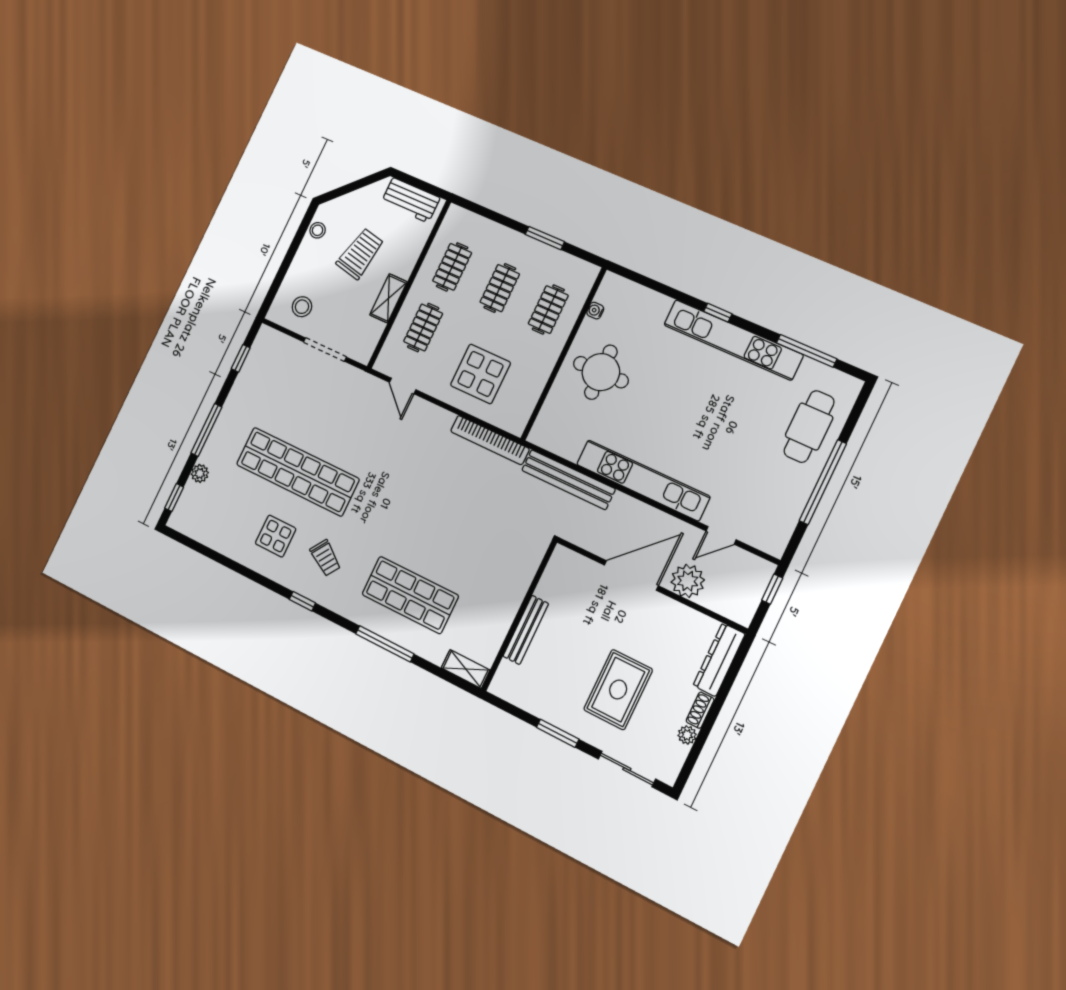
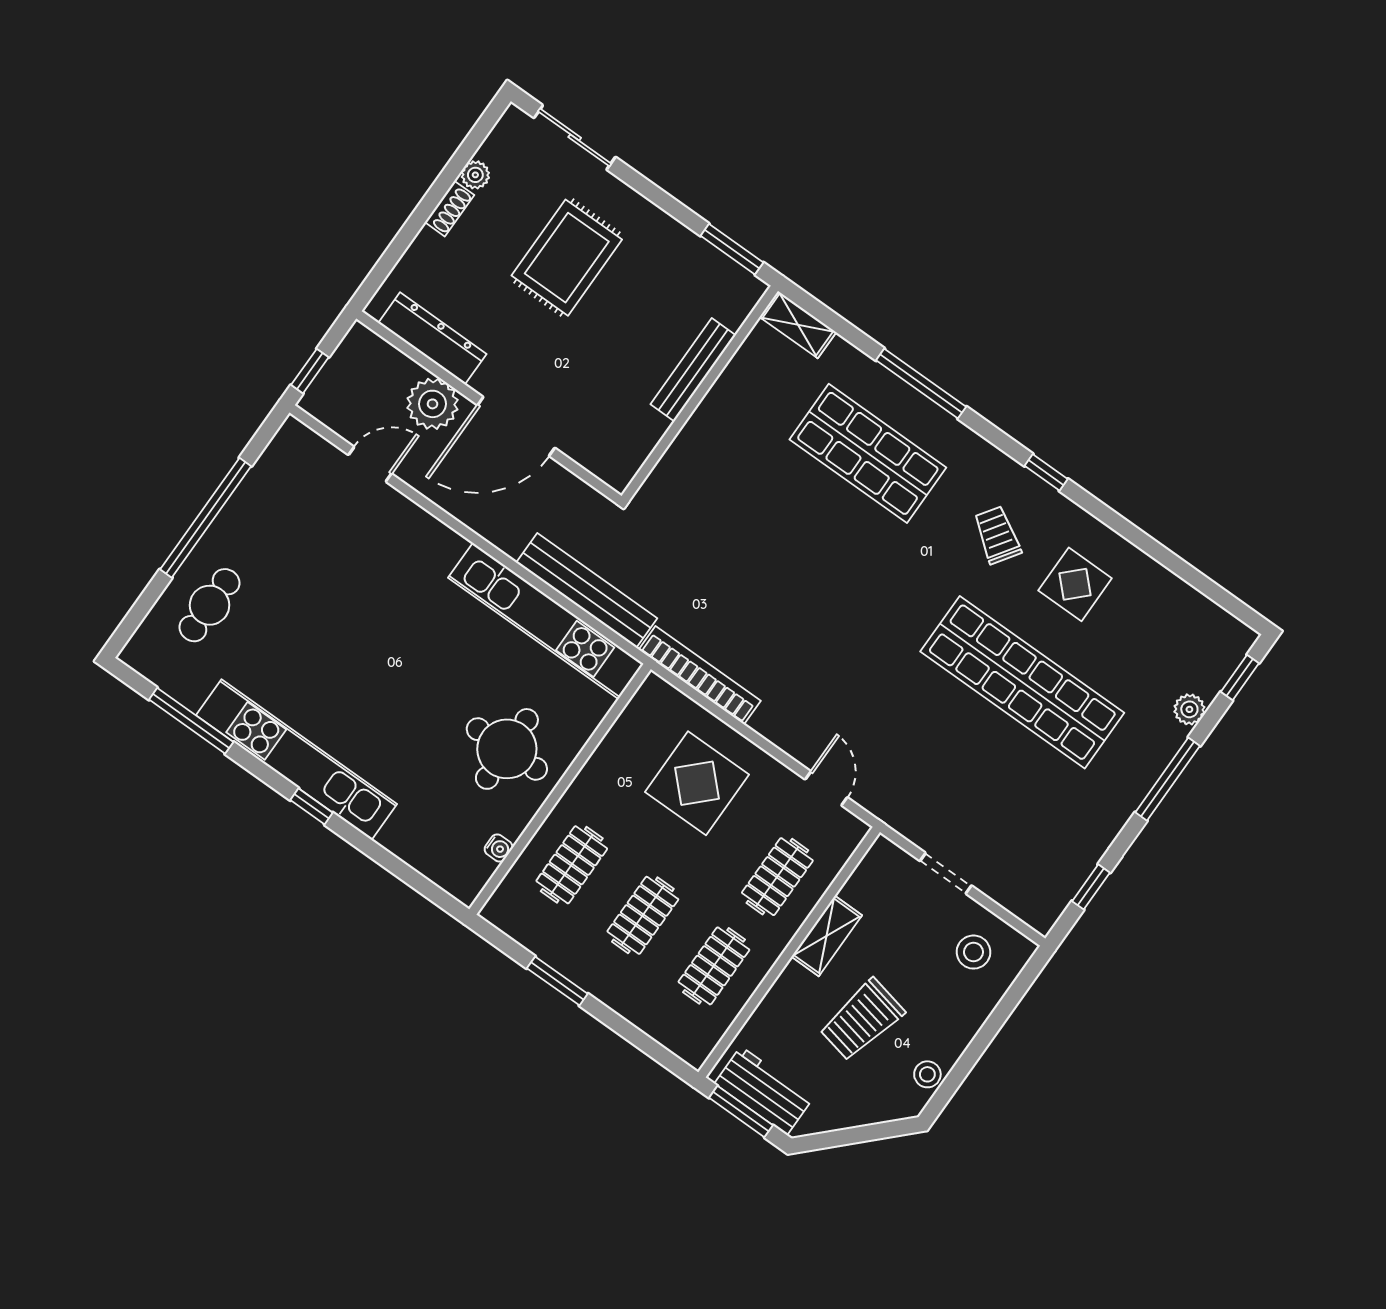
window: (422, 185) -> (741, 1112), added
doorway: (325, 350) -> (946, 873), width x0.73
cafe table: (809, 427) -> (210, 605), width x0.73, depth x0.74
kitchen unit: (643, 480) -> (546, 621), moved
dresser: (719, 660) -> (432, 338), moved, turned -90
window: (558, 733) -> (732, 249), moved

